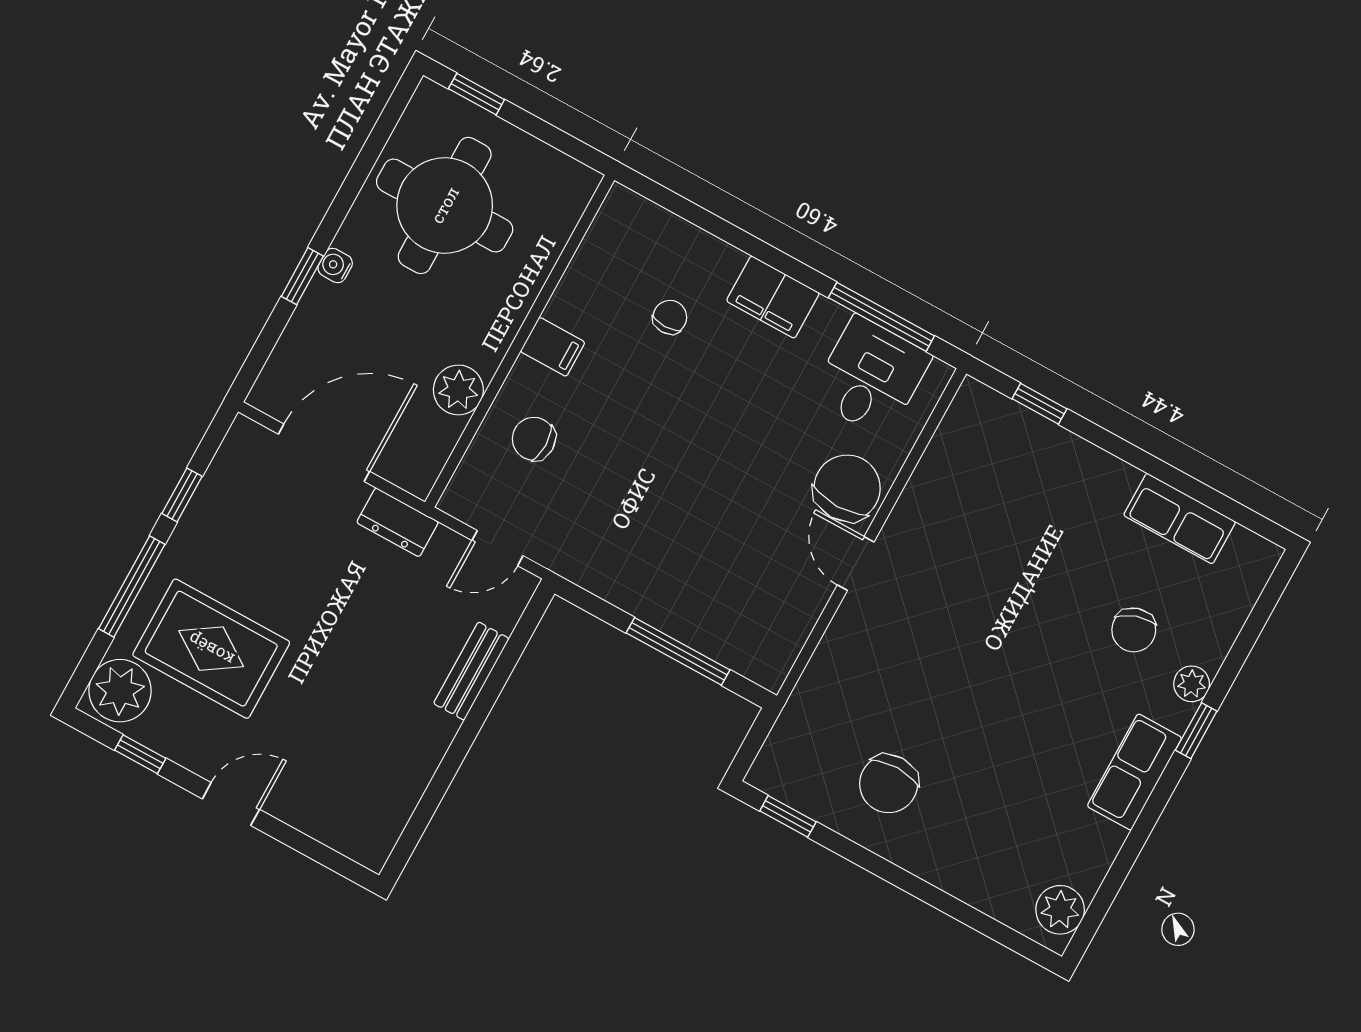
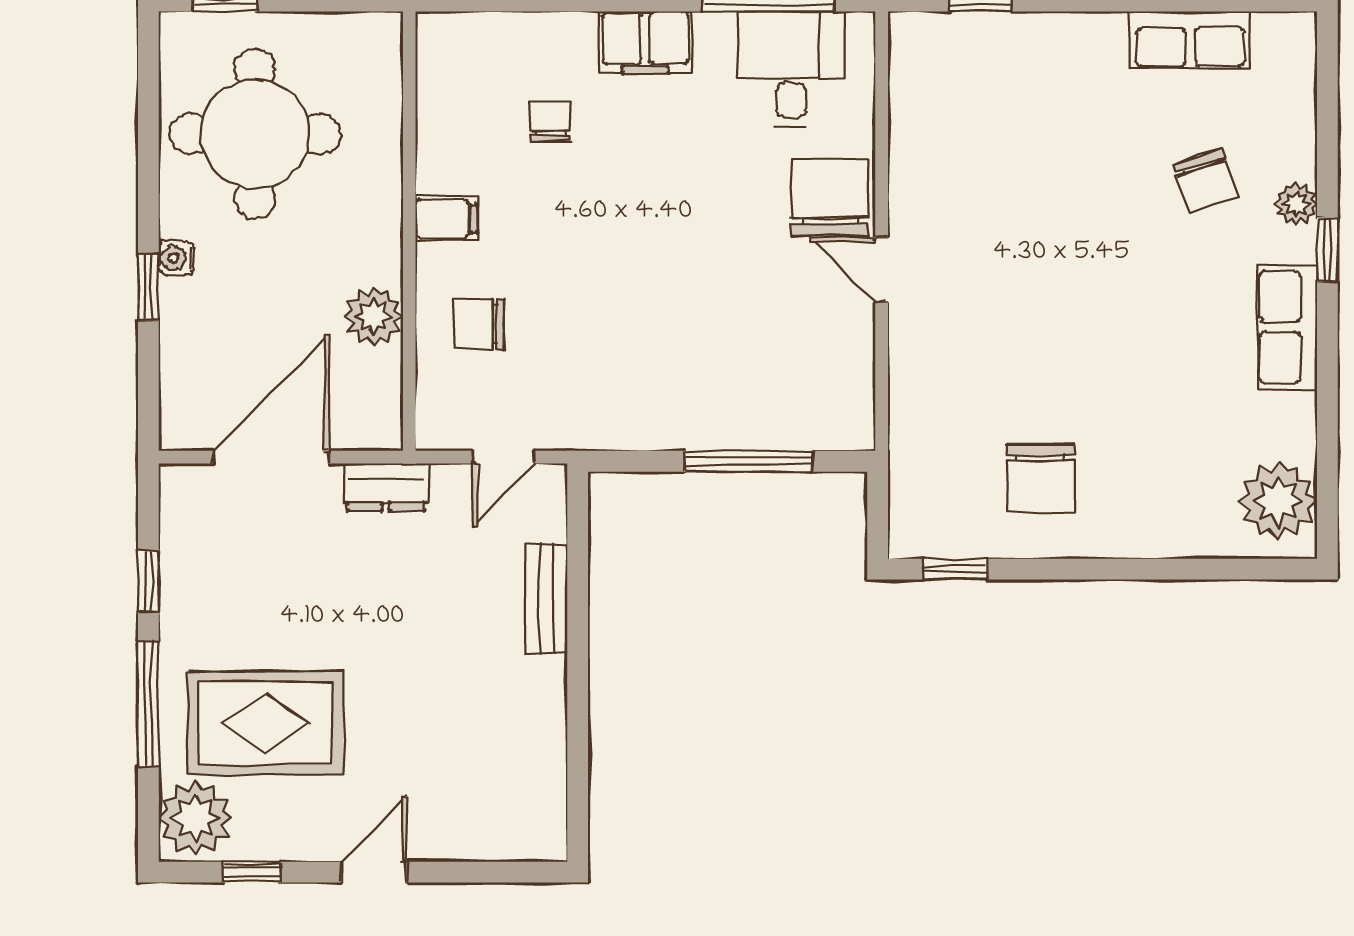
plant: (1060, 910) -> (1278, 501), width x1.36, depth x1.36

